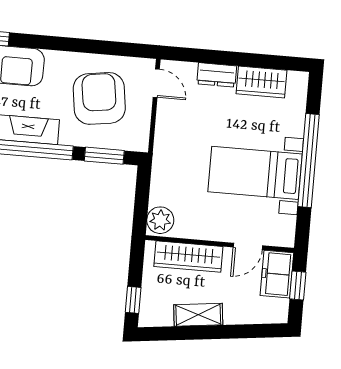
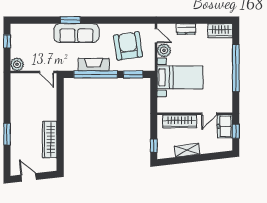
wardrobe: (261, 82) -> (220, 31), moved
bed with nightstands: (255, 173) -> (180, 77), moved, turned 180
plant: (160, 220) -> (164, 50), moved

